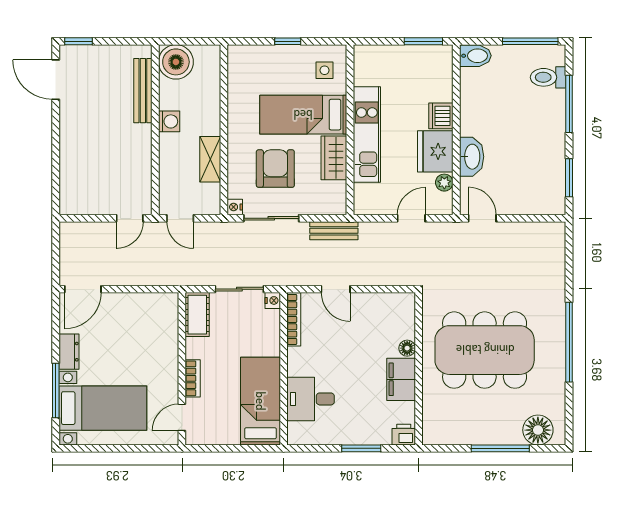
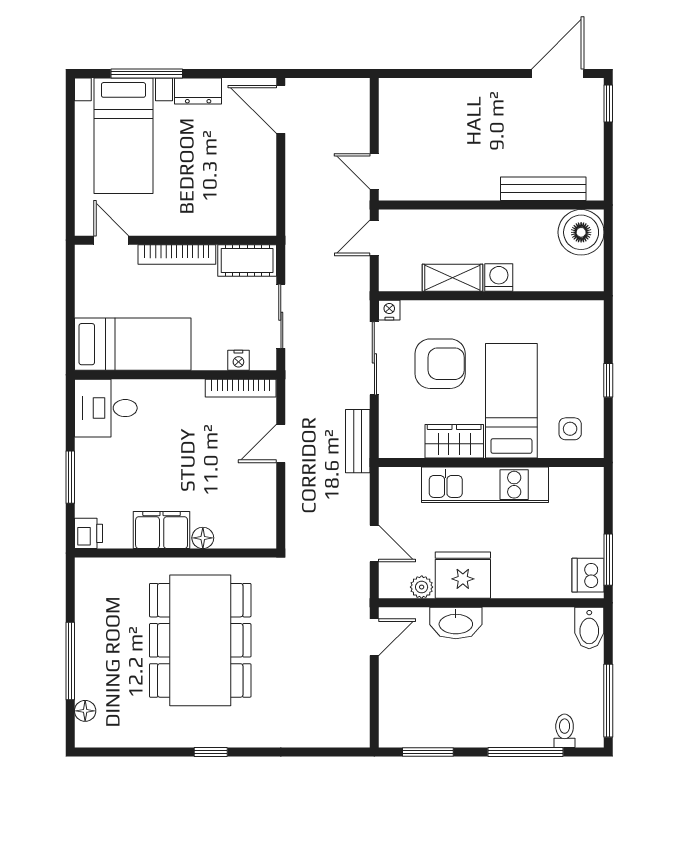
toilet: (548, 77) -> (565, 731), width x0.73, depth x0.72
dishwasher: (441, 116) -> (588, 575), moved, turned -90
washing machine: (169, 121) -> (499, 277), moved, turned 180
nightstand: (273, 300) -> (238, 360), moved
window: (569, 342) -> (211, 752), width x0.32
bookcase: (193, 378) -> (177, 254), width x1.56
desk: (311, 399) -> (106, 408), moved, turned -90
floor lamp: (538, 430) -> (85, 711), width x0.53, depth x0.53

